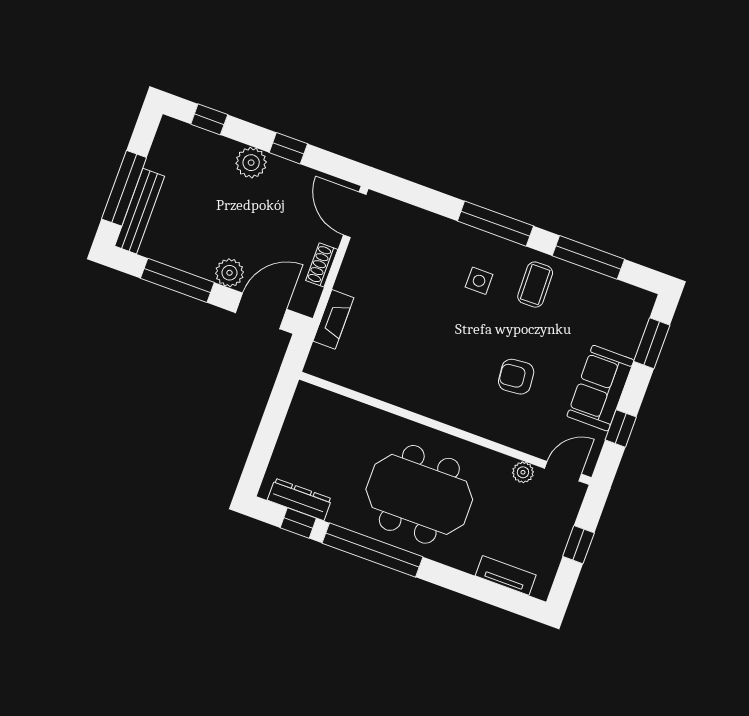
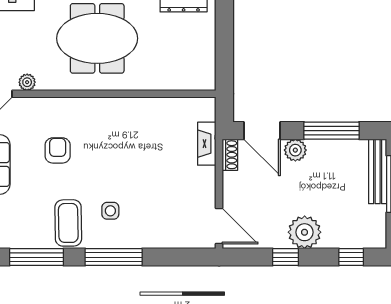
plant: (251, 163) -> (305, 232), width x1.36, depth x1.36
shoe rack: (322, 265) -> (230, 155), moved
coffee table: (535, 285) -> (68, 223), width x1.36, depth x1.30
door: (261, 311) -> (262, 131), hinge flipped
armchair: (516, 377) -> (58, 150), turned -84

